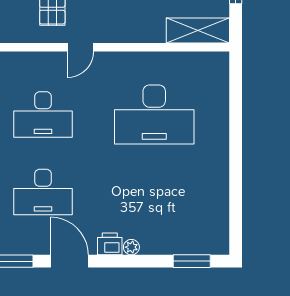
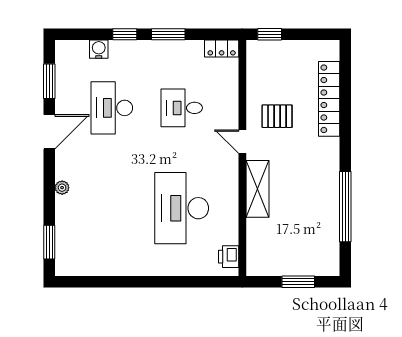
shelving: (198, 30) -> (257, 189), moved
desk: (43, 114) -> (182, 108), width x0.73
printer: (110, 244) -> (229, 257), moved, turned 180

